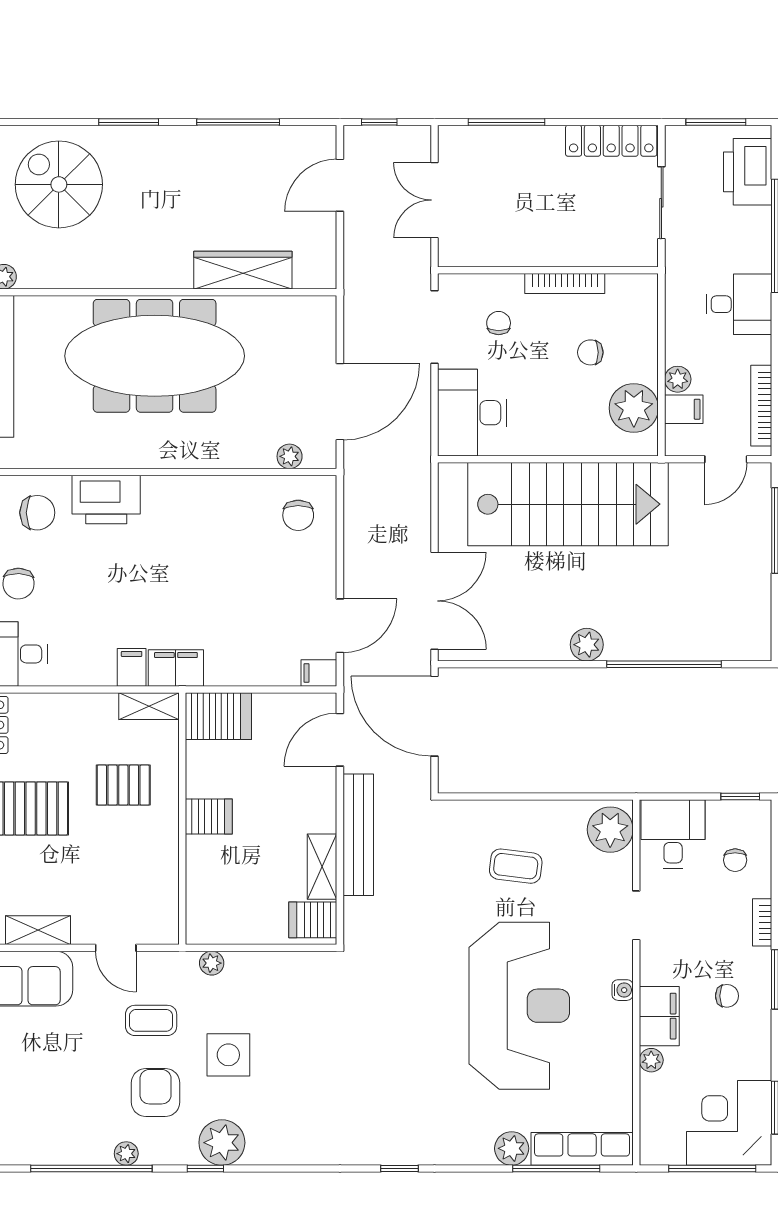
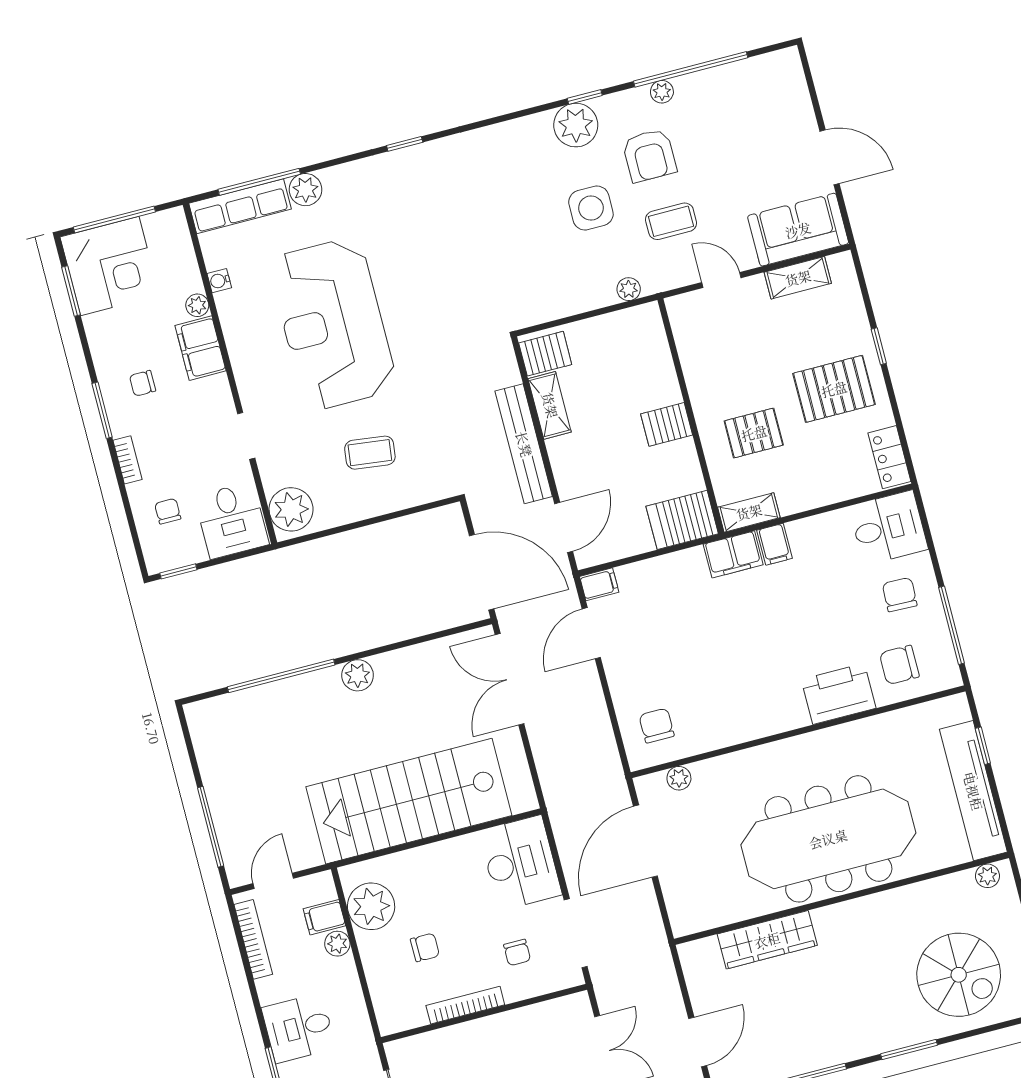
water cooler: (623, 990) -> (219, 281), moved

